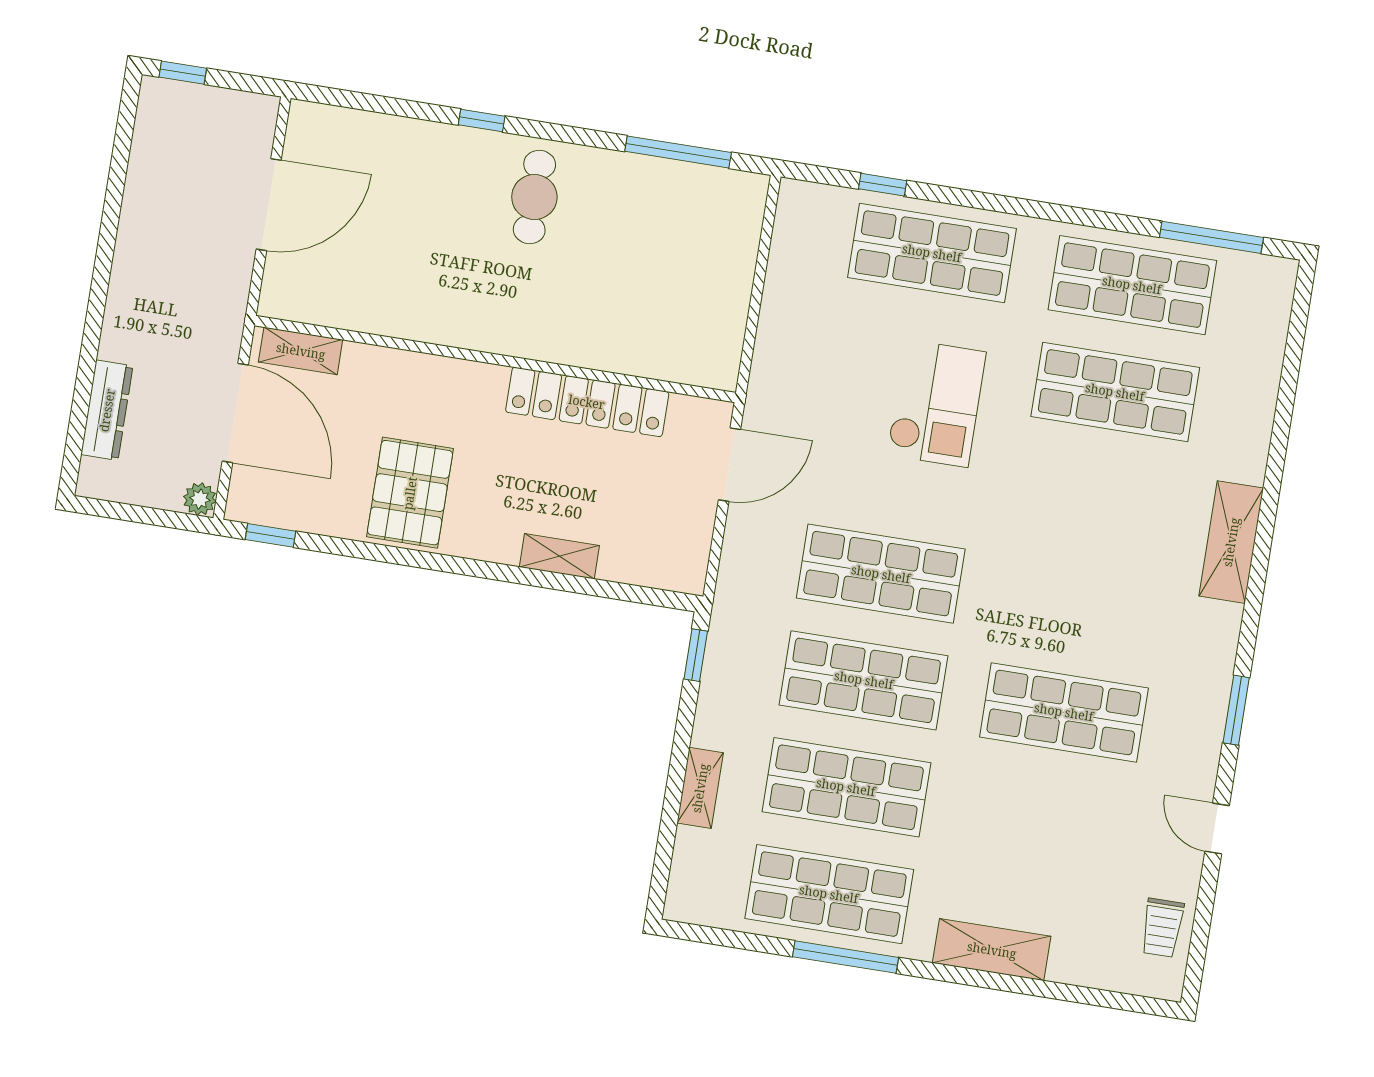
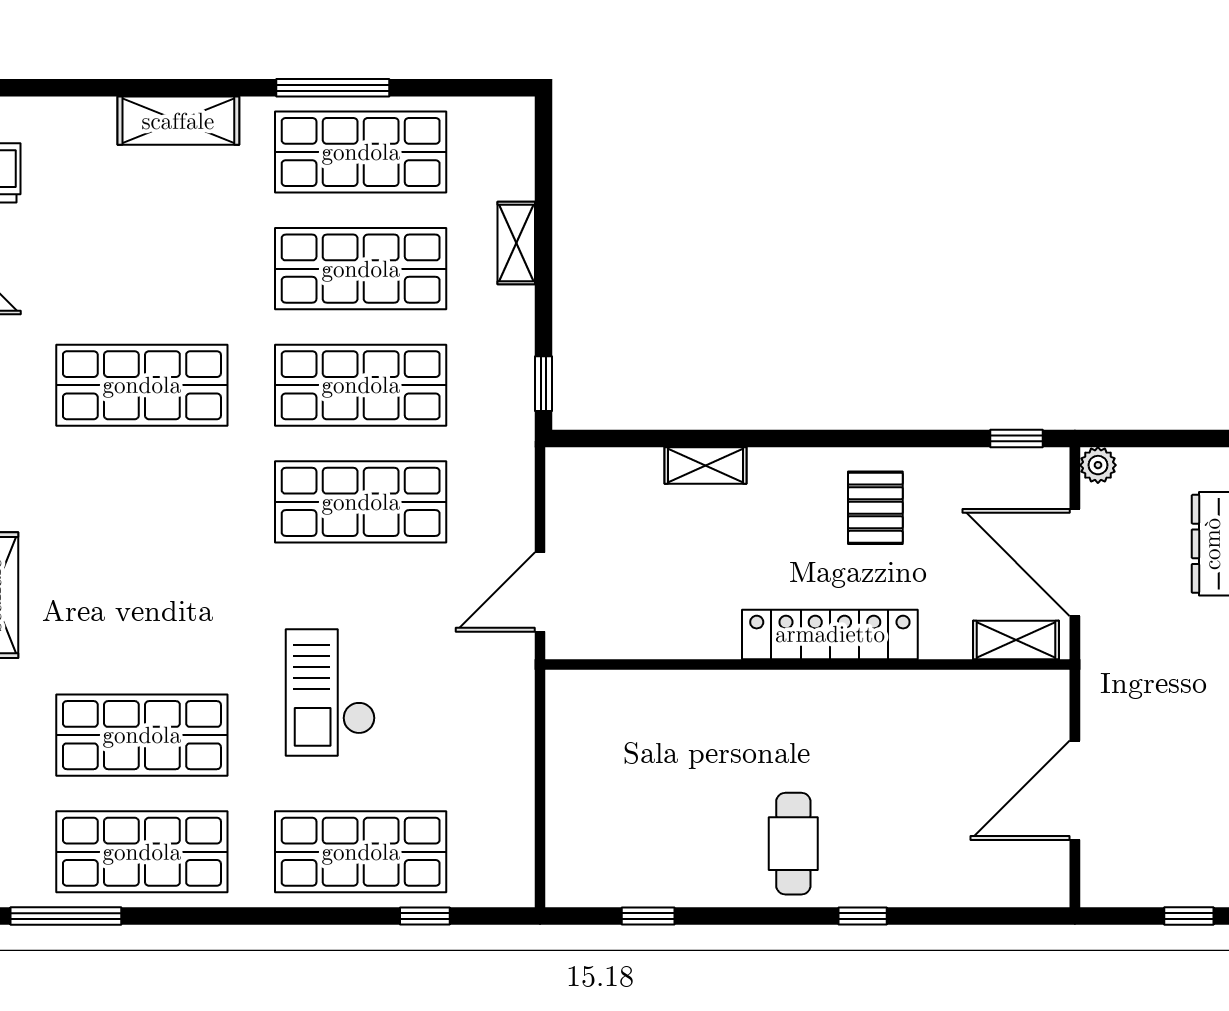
window: (678, 152) -> (648, 916), width x0.46
locker: (587, 402) -> (830, 634), moved
pallet: (410, 493) -> (875, 508), width x0.67, depth x0.71

